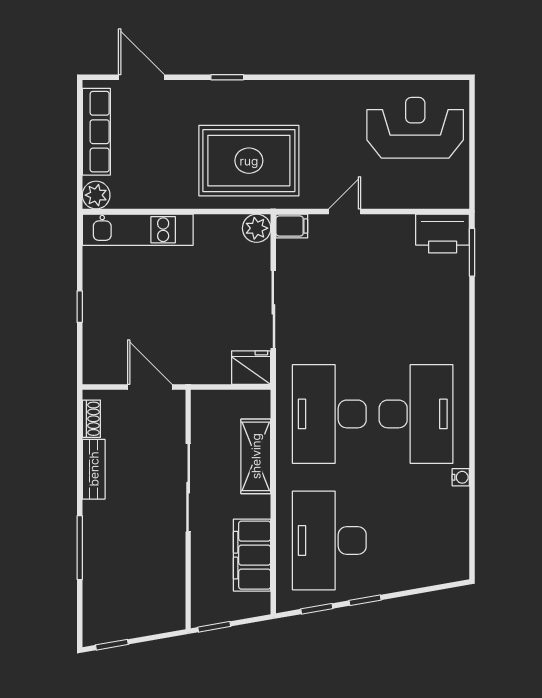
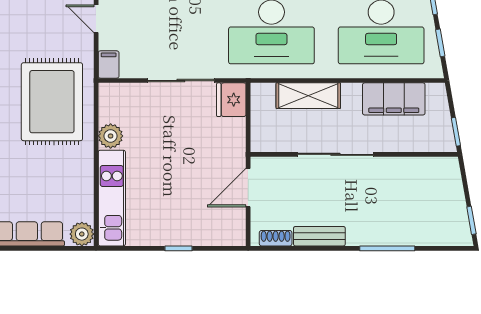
plant: (257, 228) -> (111, 136), moved

